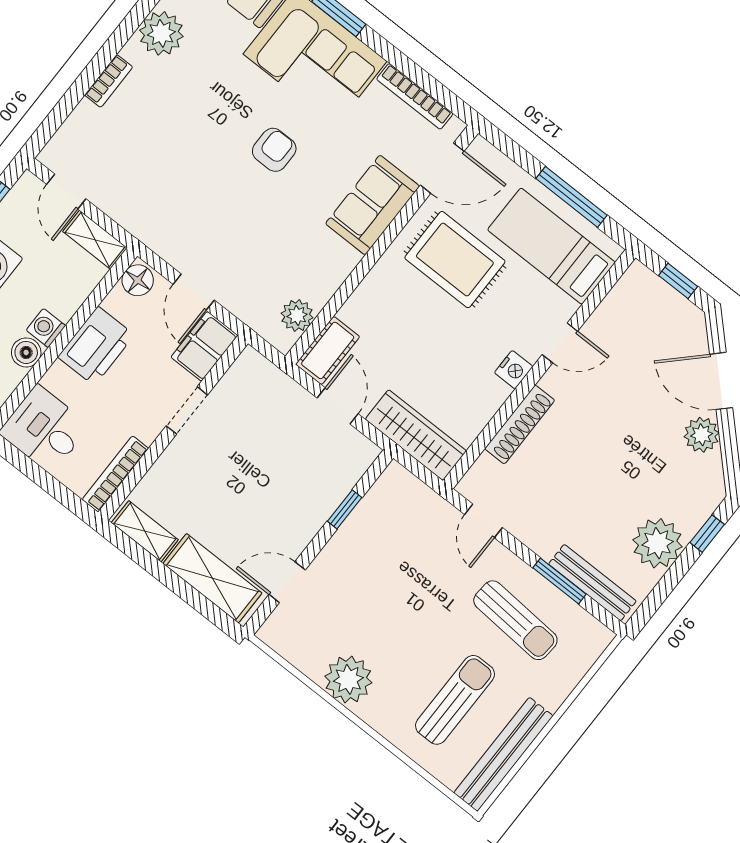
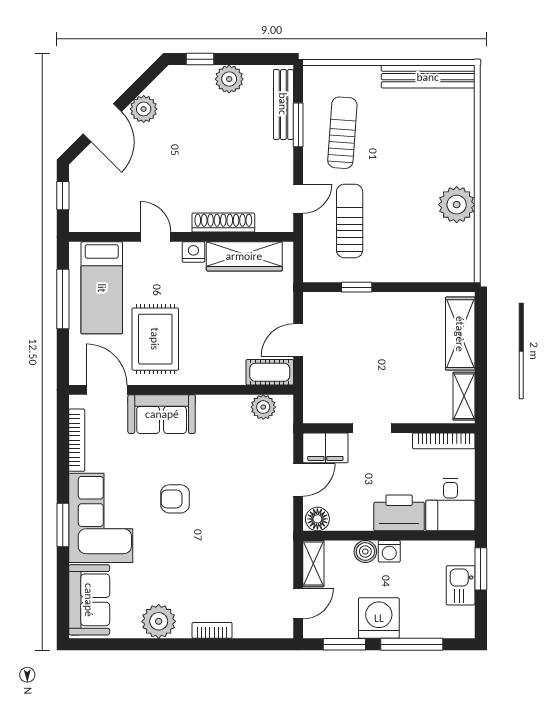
printer: (96, 346) -> (399, 513), moved
boiler: (26, 352) -> (365, 552), moved
wardrobe: (416, 435) -> (244, 256), moved, turned -90
plant: (658, 543) -> (229, 79), width x0.73, depth x0.73
door: (287, 582) -> (427, 287), removed
sun lounger: (455, 700) -> (350, 221), moved, turned 90

